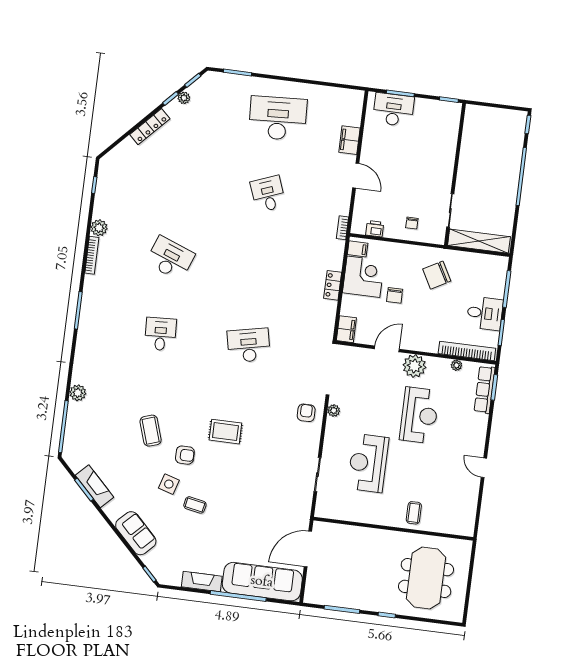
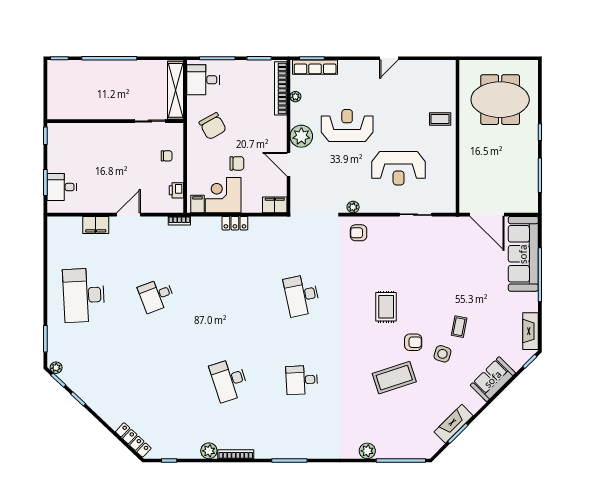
plant: (184, 98) -> (56, 368), moved
desk: (393, 110) -> (62, 187), width x0.73
locker: (150, 127) -> (133, 440), moved
desk: (170, 258) -> (229, 380), turned -39
desk: (485, 313) -> (203, 80), moved, turned -90
coffee table: (151, 431) -> (394, 378), width x1.36, depth x1.32
armchair: (185, 455) -> (413, 342), turned 90
fireplace: (202, 582) -> (531, 331), moved

